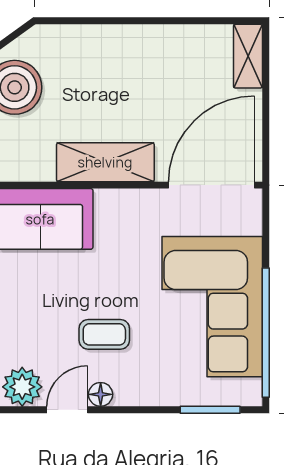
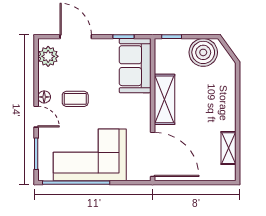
shelving: (248, 56) -> (228, 148), moved, turned 90
coffee table: (104, 334) -> (75, 99), turned 90
door: (67, 410) -> (36, 117), moved

